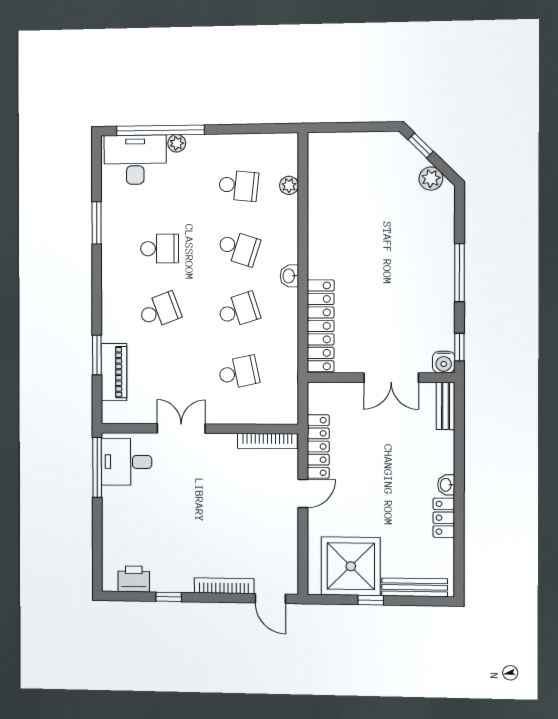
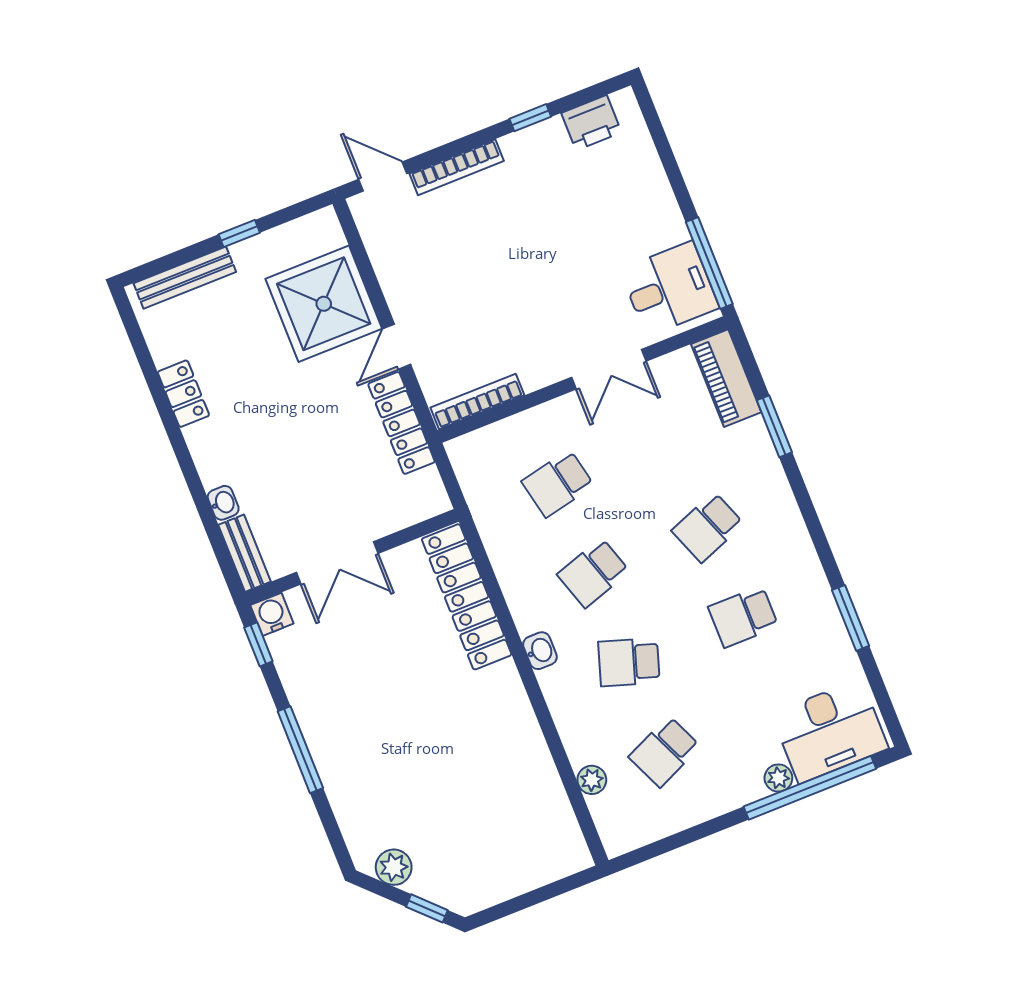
school desk: (239, 186) -> (664, 752), turned -30
piano: (114, 372) -> (726, 378), moved
double door: (391, 378) -> (337, 563), swing flipped
washbasin: (446, 485) -> (223, 503), moved
shower: (351, 566) -> (324, 304), moved

